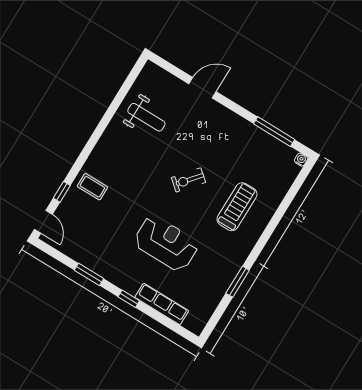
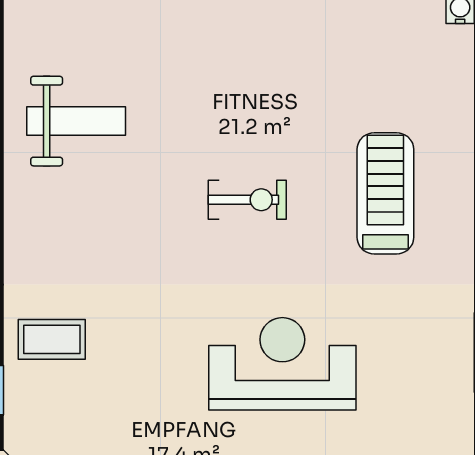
exercise bike: (188, 180) -> (247, 200), turned -130

